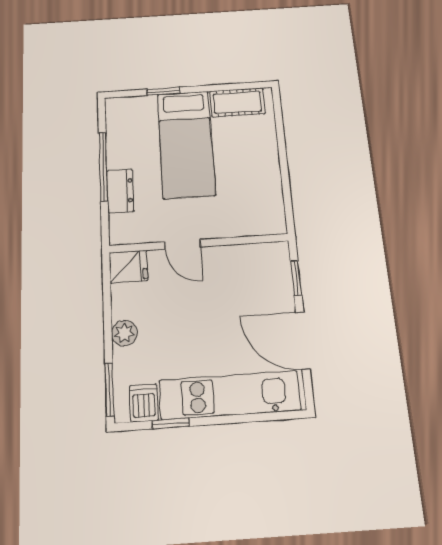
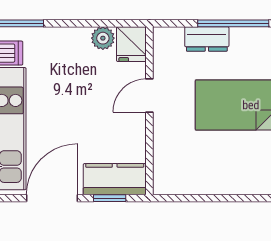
kitchen counter: (275, 274) -> (115, 179), added
plant: (124, 333) -> (103, 38), moved

